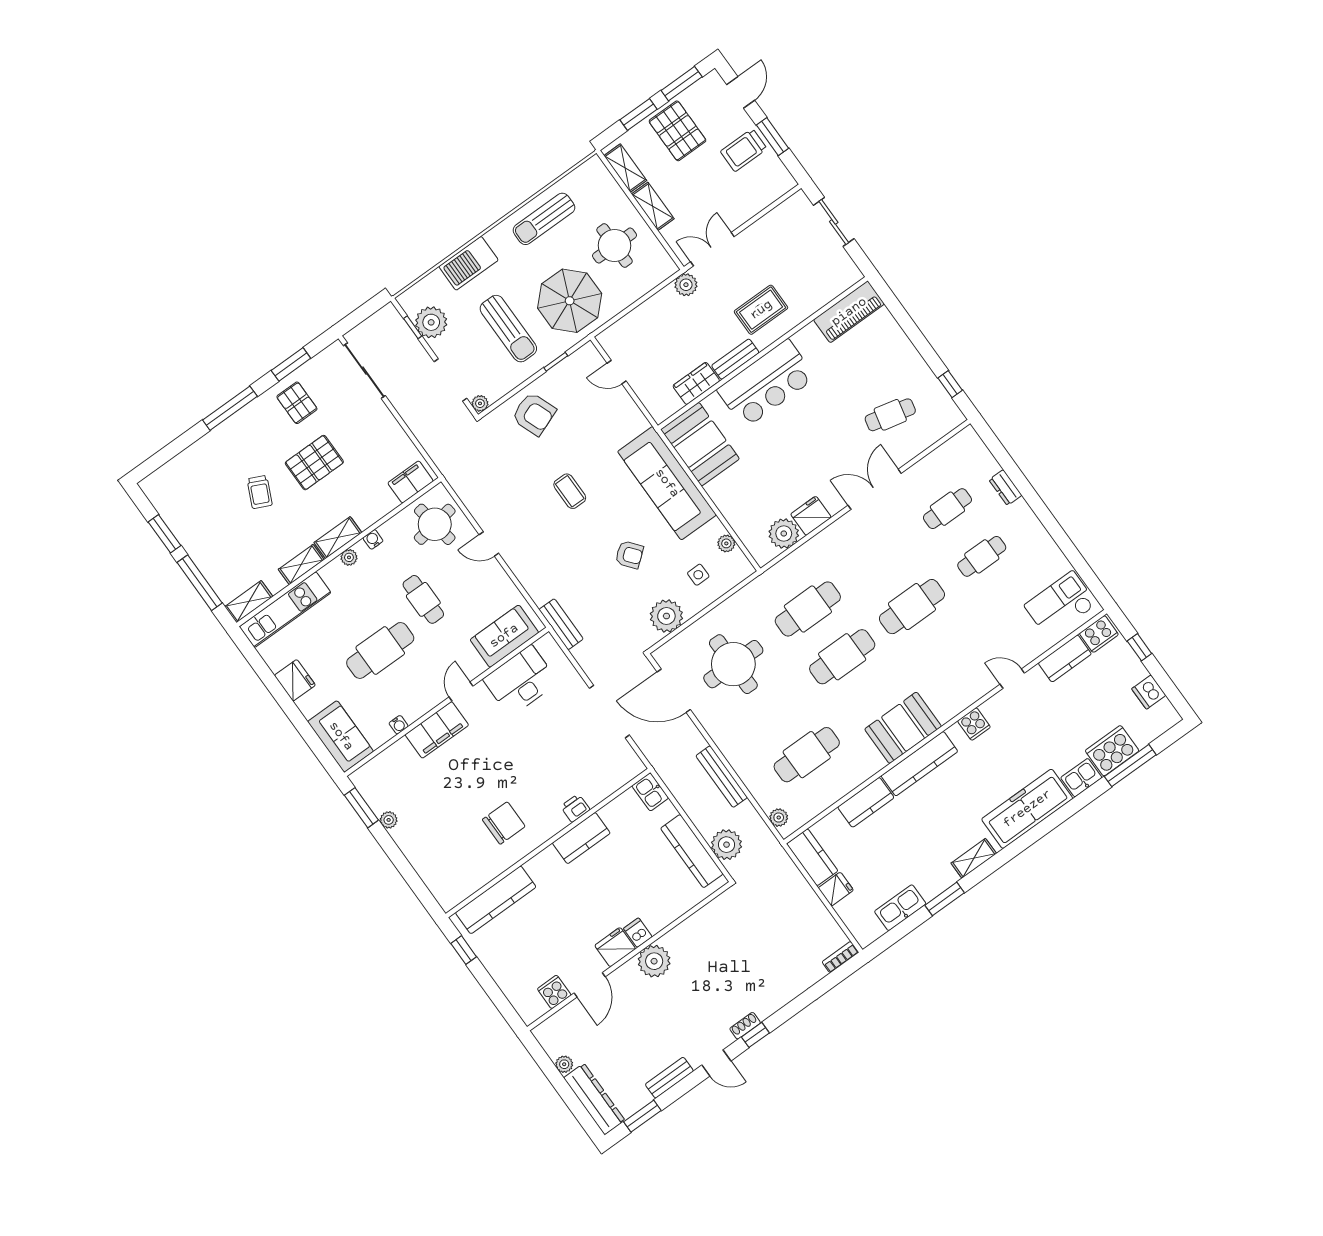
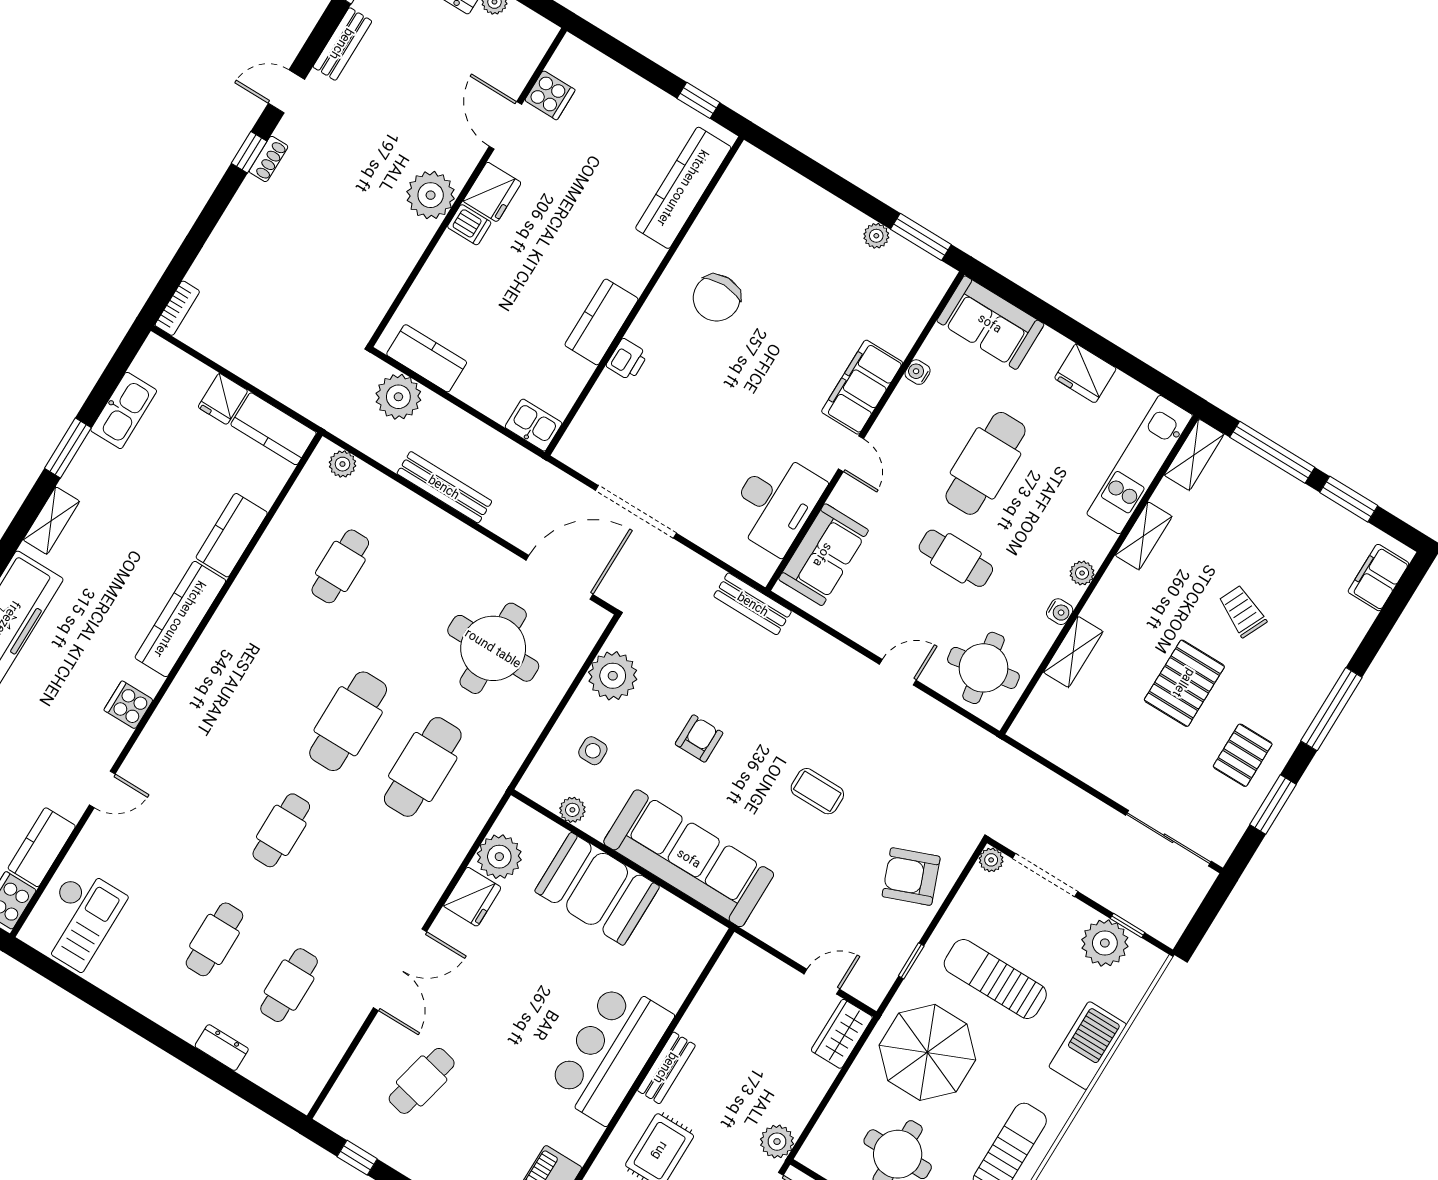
wardrobe: (696, 383) -> (842, 1034), moved, turned 180
pallet: (297, 403) -> (1243, 755), turned 90
booth: (700, 444) -> (597, 889), moved
filing cabinet: (411, 482) -> (1378, 578), moved, turned 180
shelving: (338, 538) -> (1073, 652), moved
armchair: (629, 555) -> (699, 738), turned 129
cafe table: (912, 607) -> (281, 830), width x0.73, depth x0.74
booth: (903, 728) -> (224, 659), removed
cafe table: (807, 755) -> (340, 566), width x0.73, depth x0.74
kitchen counter: (692, 851) -> (427, 358), width x0.67

